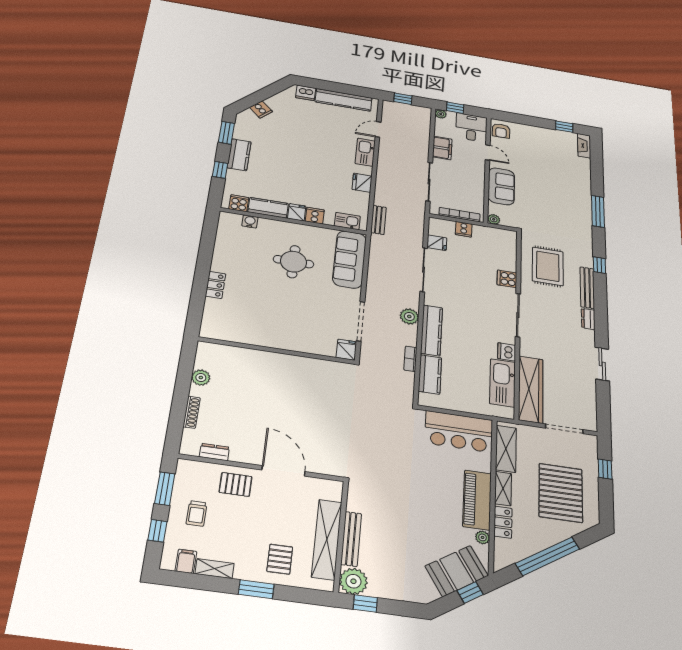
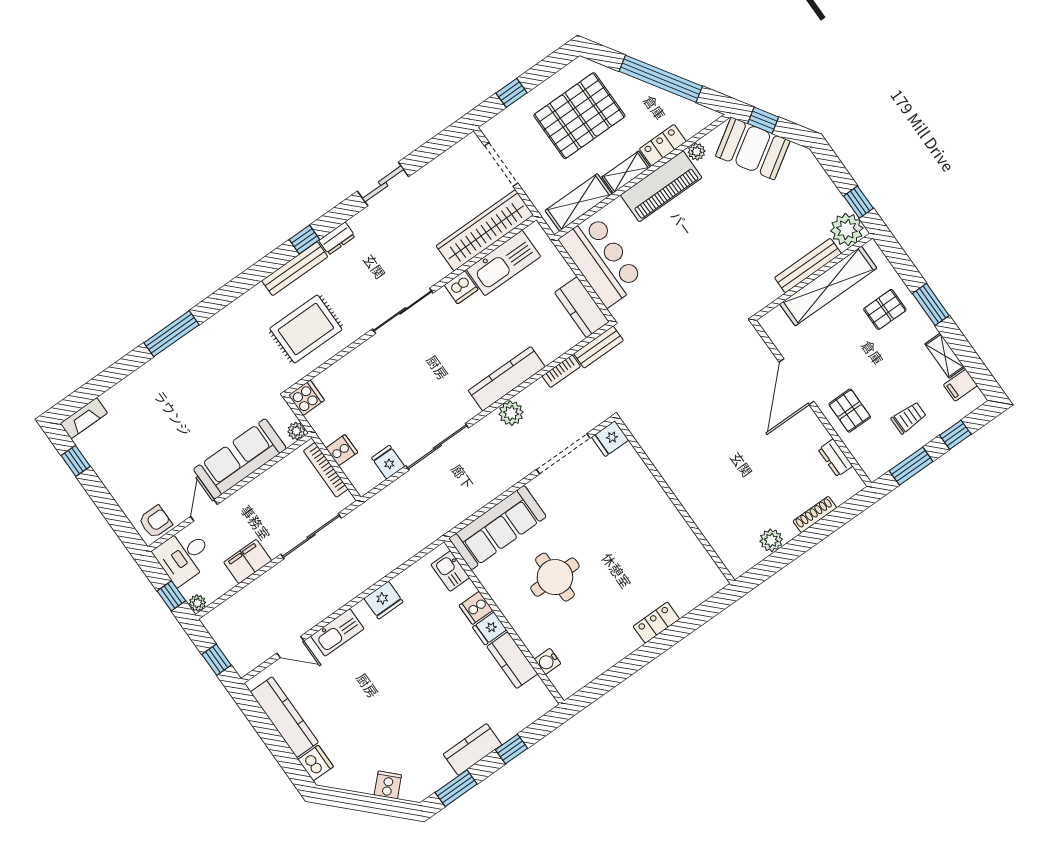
sofa: (501, 186) -> (240, 459), width x1.36
cooker: (239, 203) -> (536, 692), removed
bench: (378, 220) -> (599, 347), moved
window: (599, 265) -> (304, 240), moved
cooker: (507, 279) -> (306, 398), moved, turned -90
kitchen counter: (430, 374) -> (582, 307), moved, turned -90

